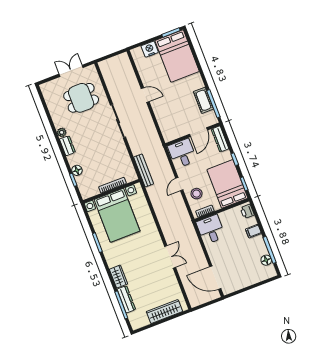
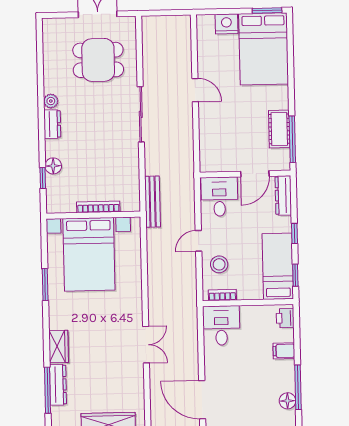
bed: (227, 184) -> (278, 266), width x0.67

